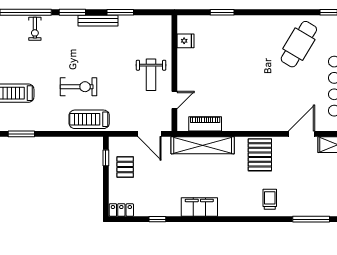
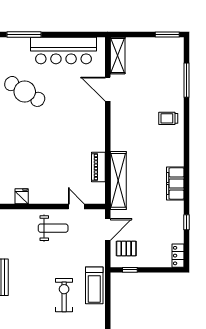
piano: (205, 124) -> (98, 167), moved
pallet: (260, 155) -> (127, 128), removed
pallet: (125, 167) -> (126, 249), moved

